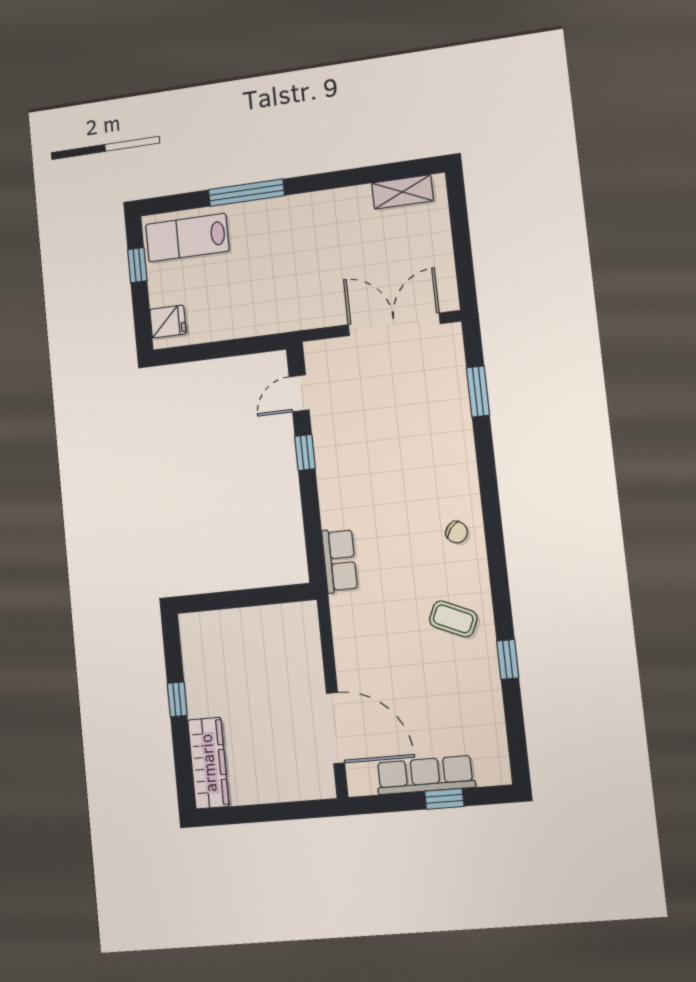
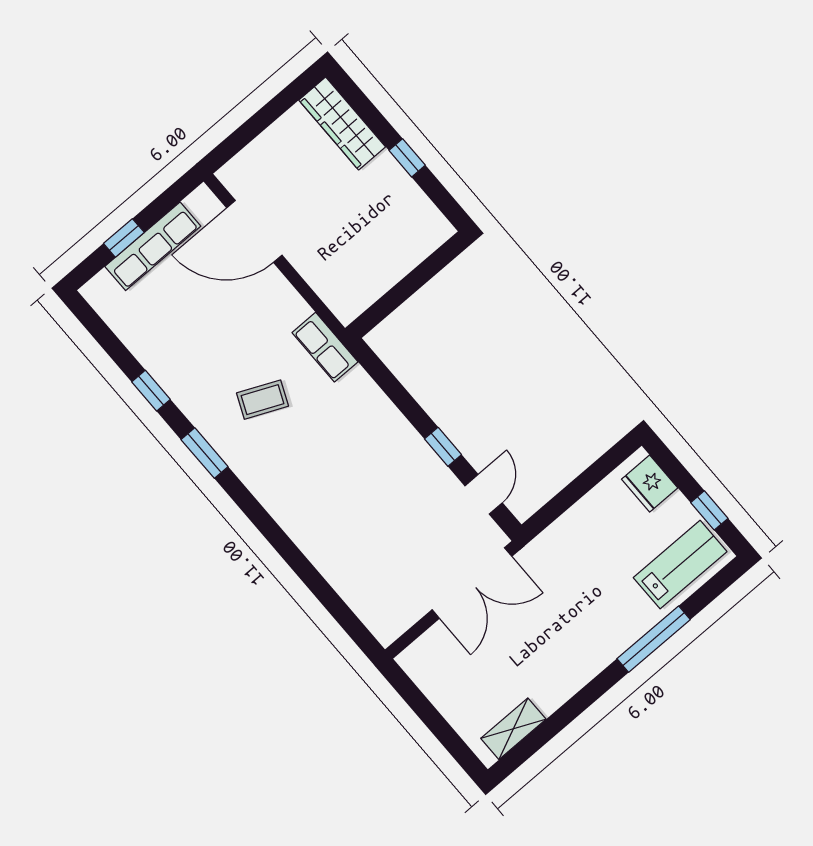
fridge: (168, 322) -> (650, 484), width x1.38
double door: (394, 324) -> (472, 583), moved
window: (478, 391) -> (205, 453), moved
chair: (457, 532) -> (266, 468), removed
row of seats: (340, 561) -> (325, 347), moved
coffee table: (453, 619) -> (262, 400), moved

